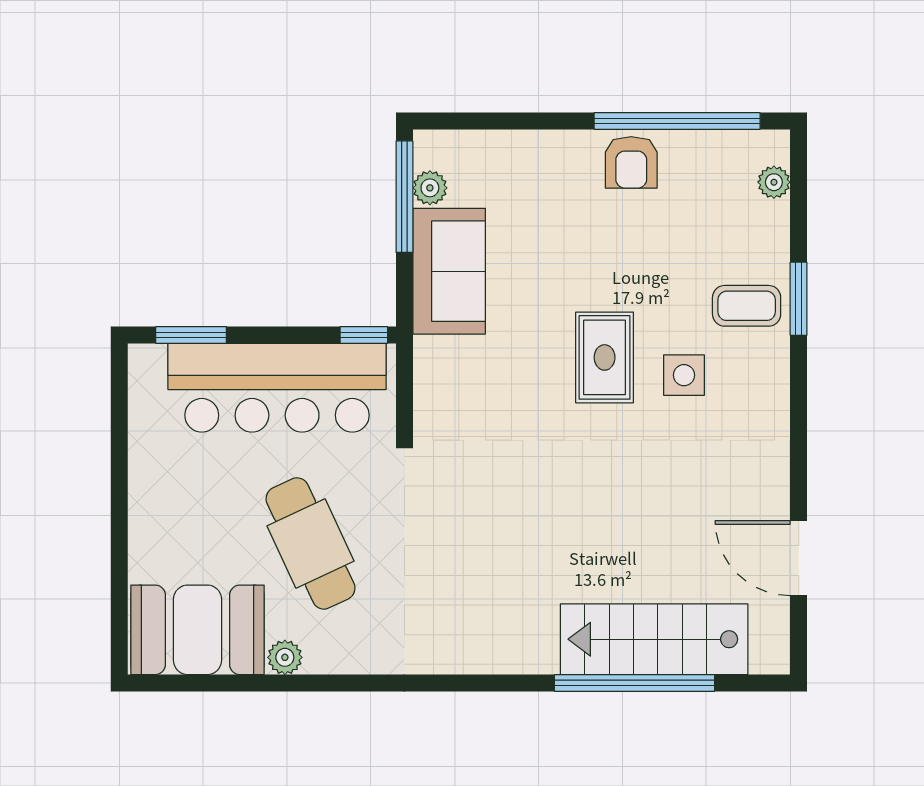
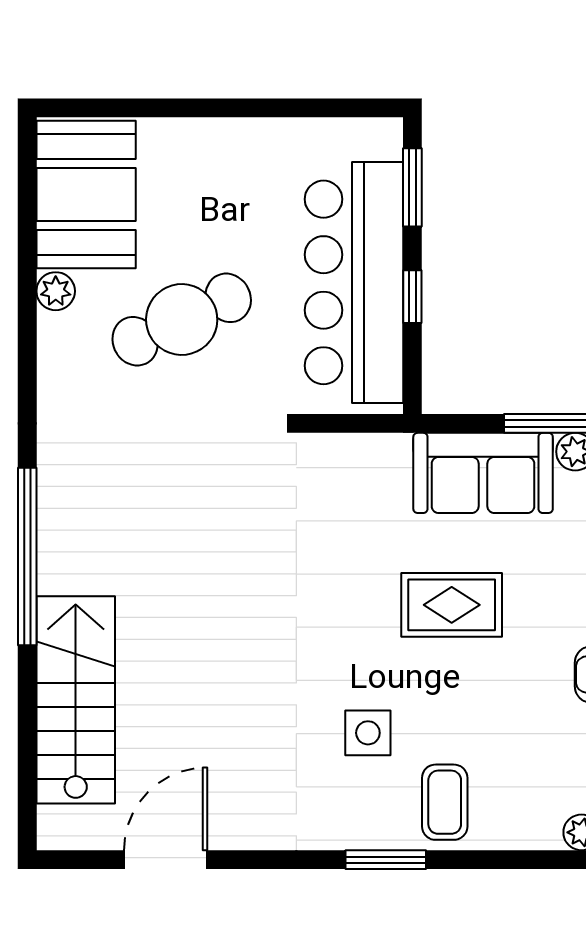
window: (799, 299) -> (386, 860), moved
window: (364, 335) -> (412, 297), moved
rug: (605, 357) -> (452, 605), moved
window: (634, 683) -> (27, 557), moved

